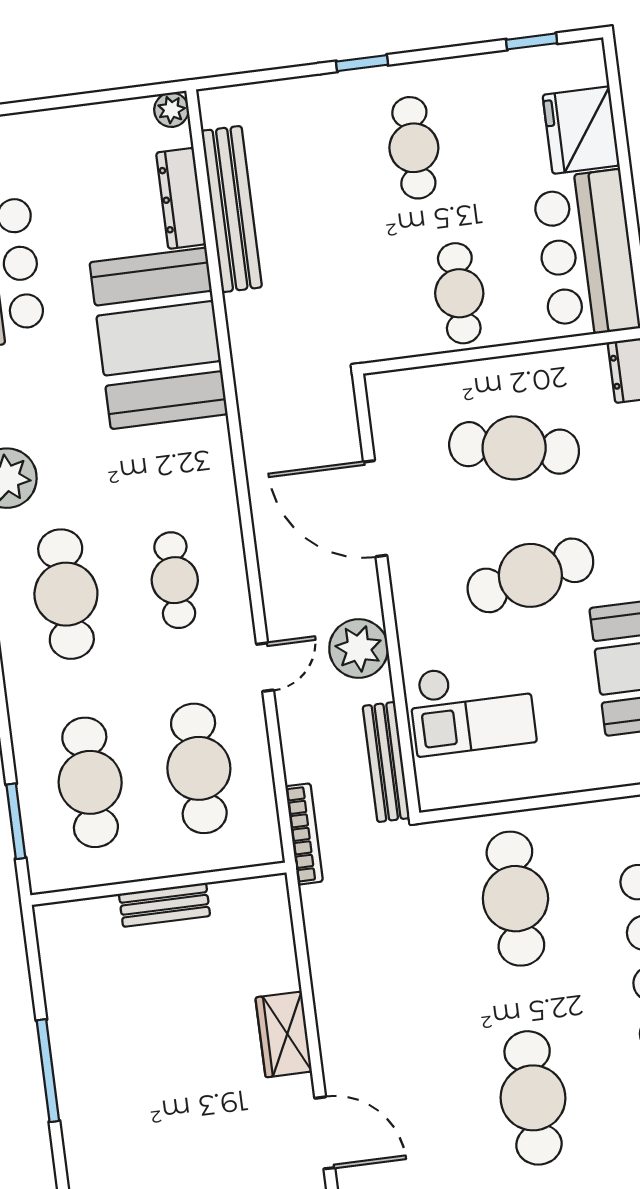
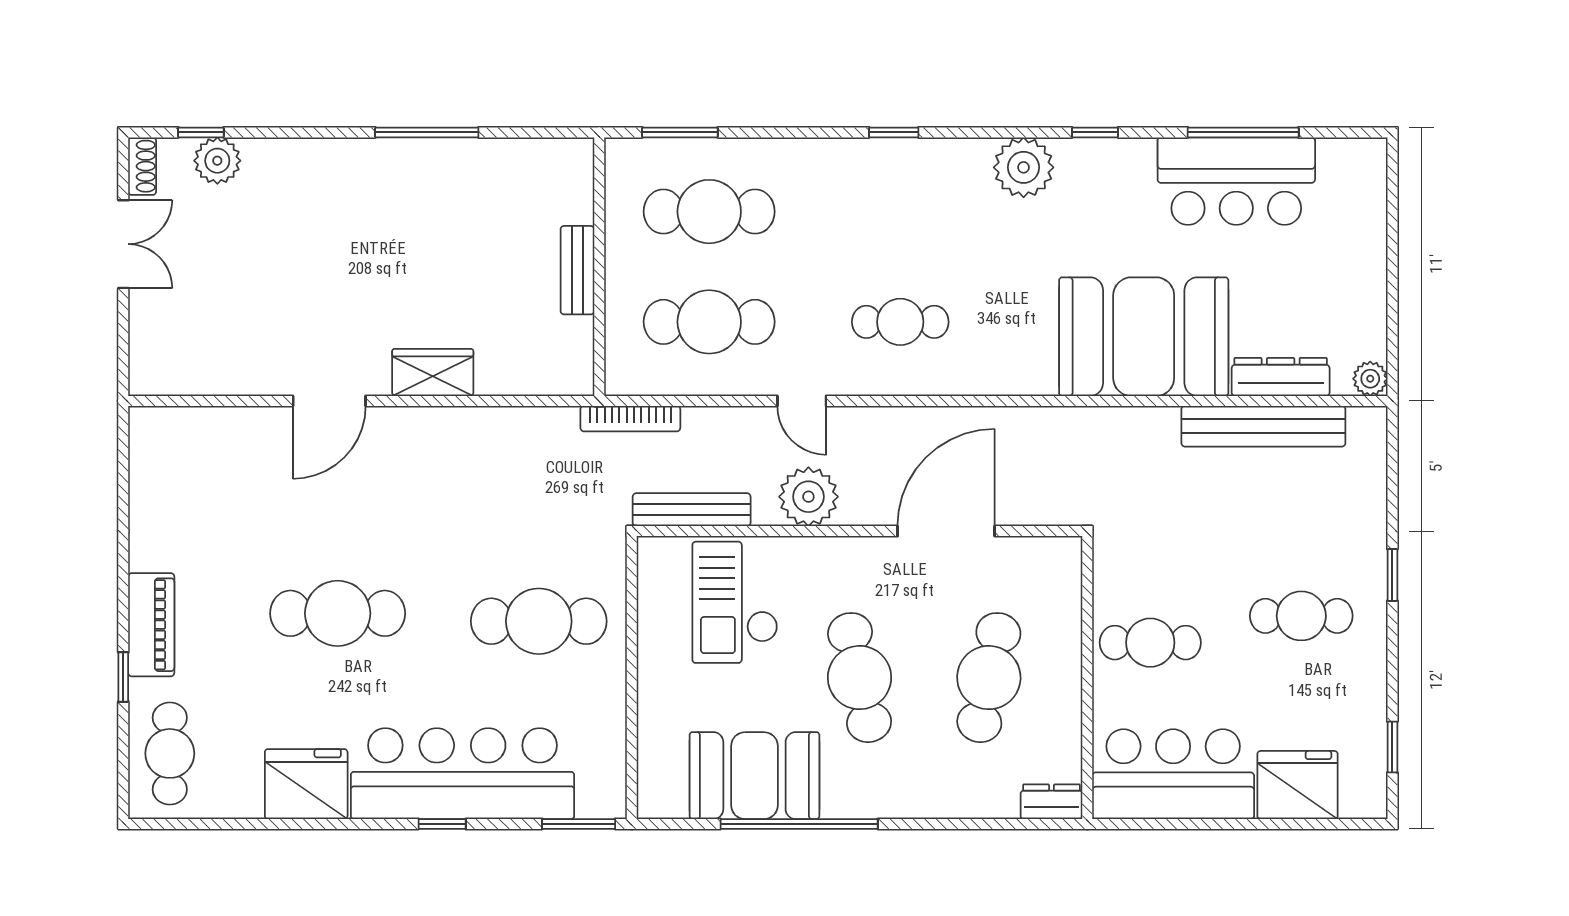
cafe table: (66, 594) -> (900, 212), removed

